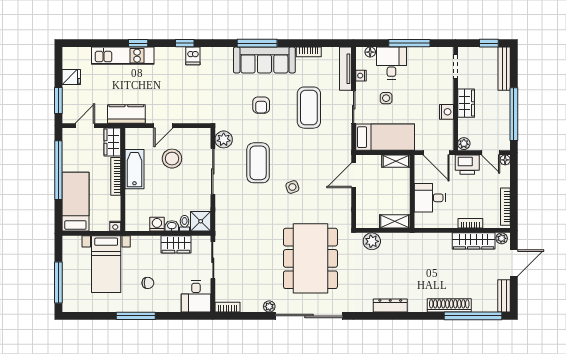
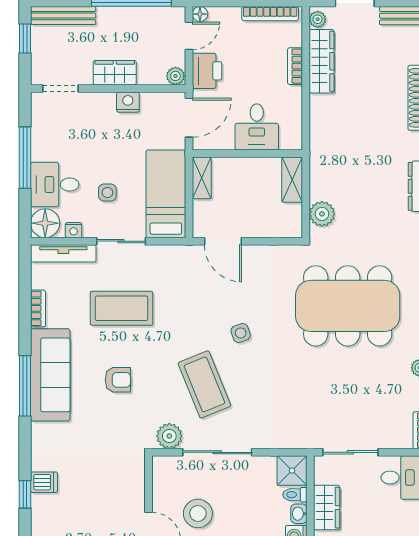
floor lamp: (370, 52) -> (45, 223), width x1.89, depth x1.89
coffee table: (258, 163) -> (204, 384), turned 68

